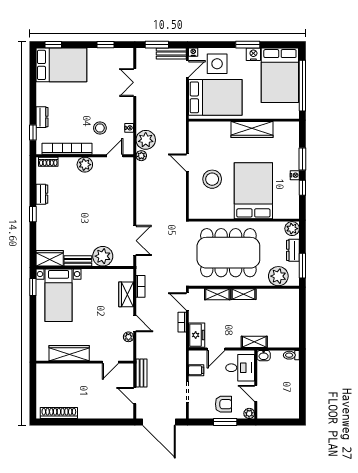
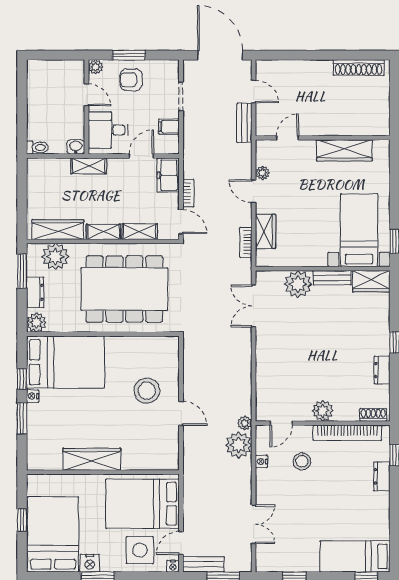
bed: (61, 65) -> (355, 556), width x0.67
window: (302, 86) -> (22, 520), width x0.32
bed: (253, 191) -> (65, 362), moved, turned -90
wardrobe: (277, 296) -> (58, 230), added

